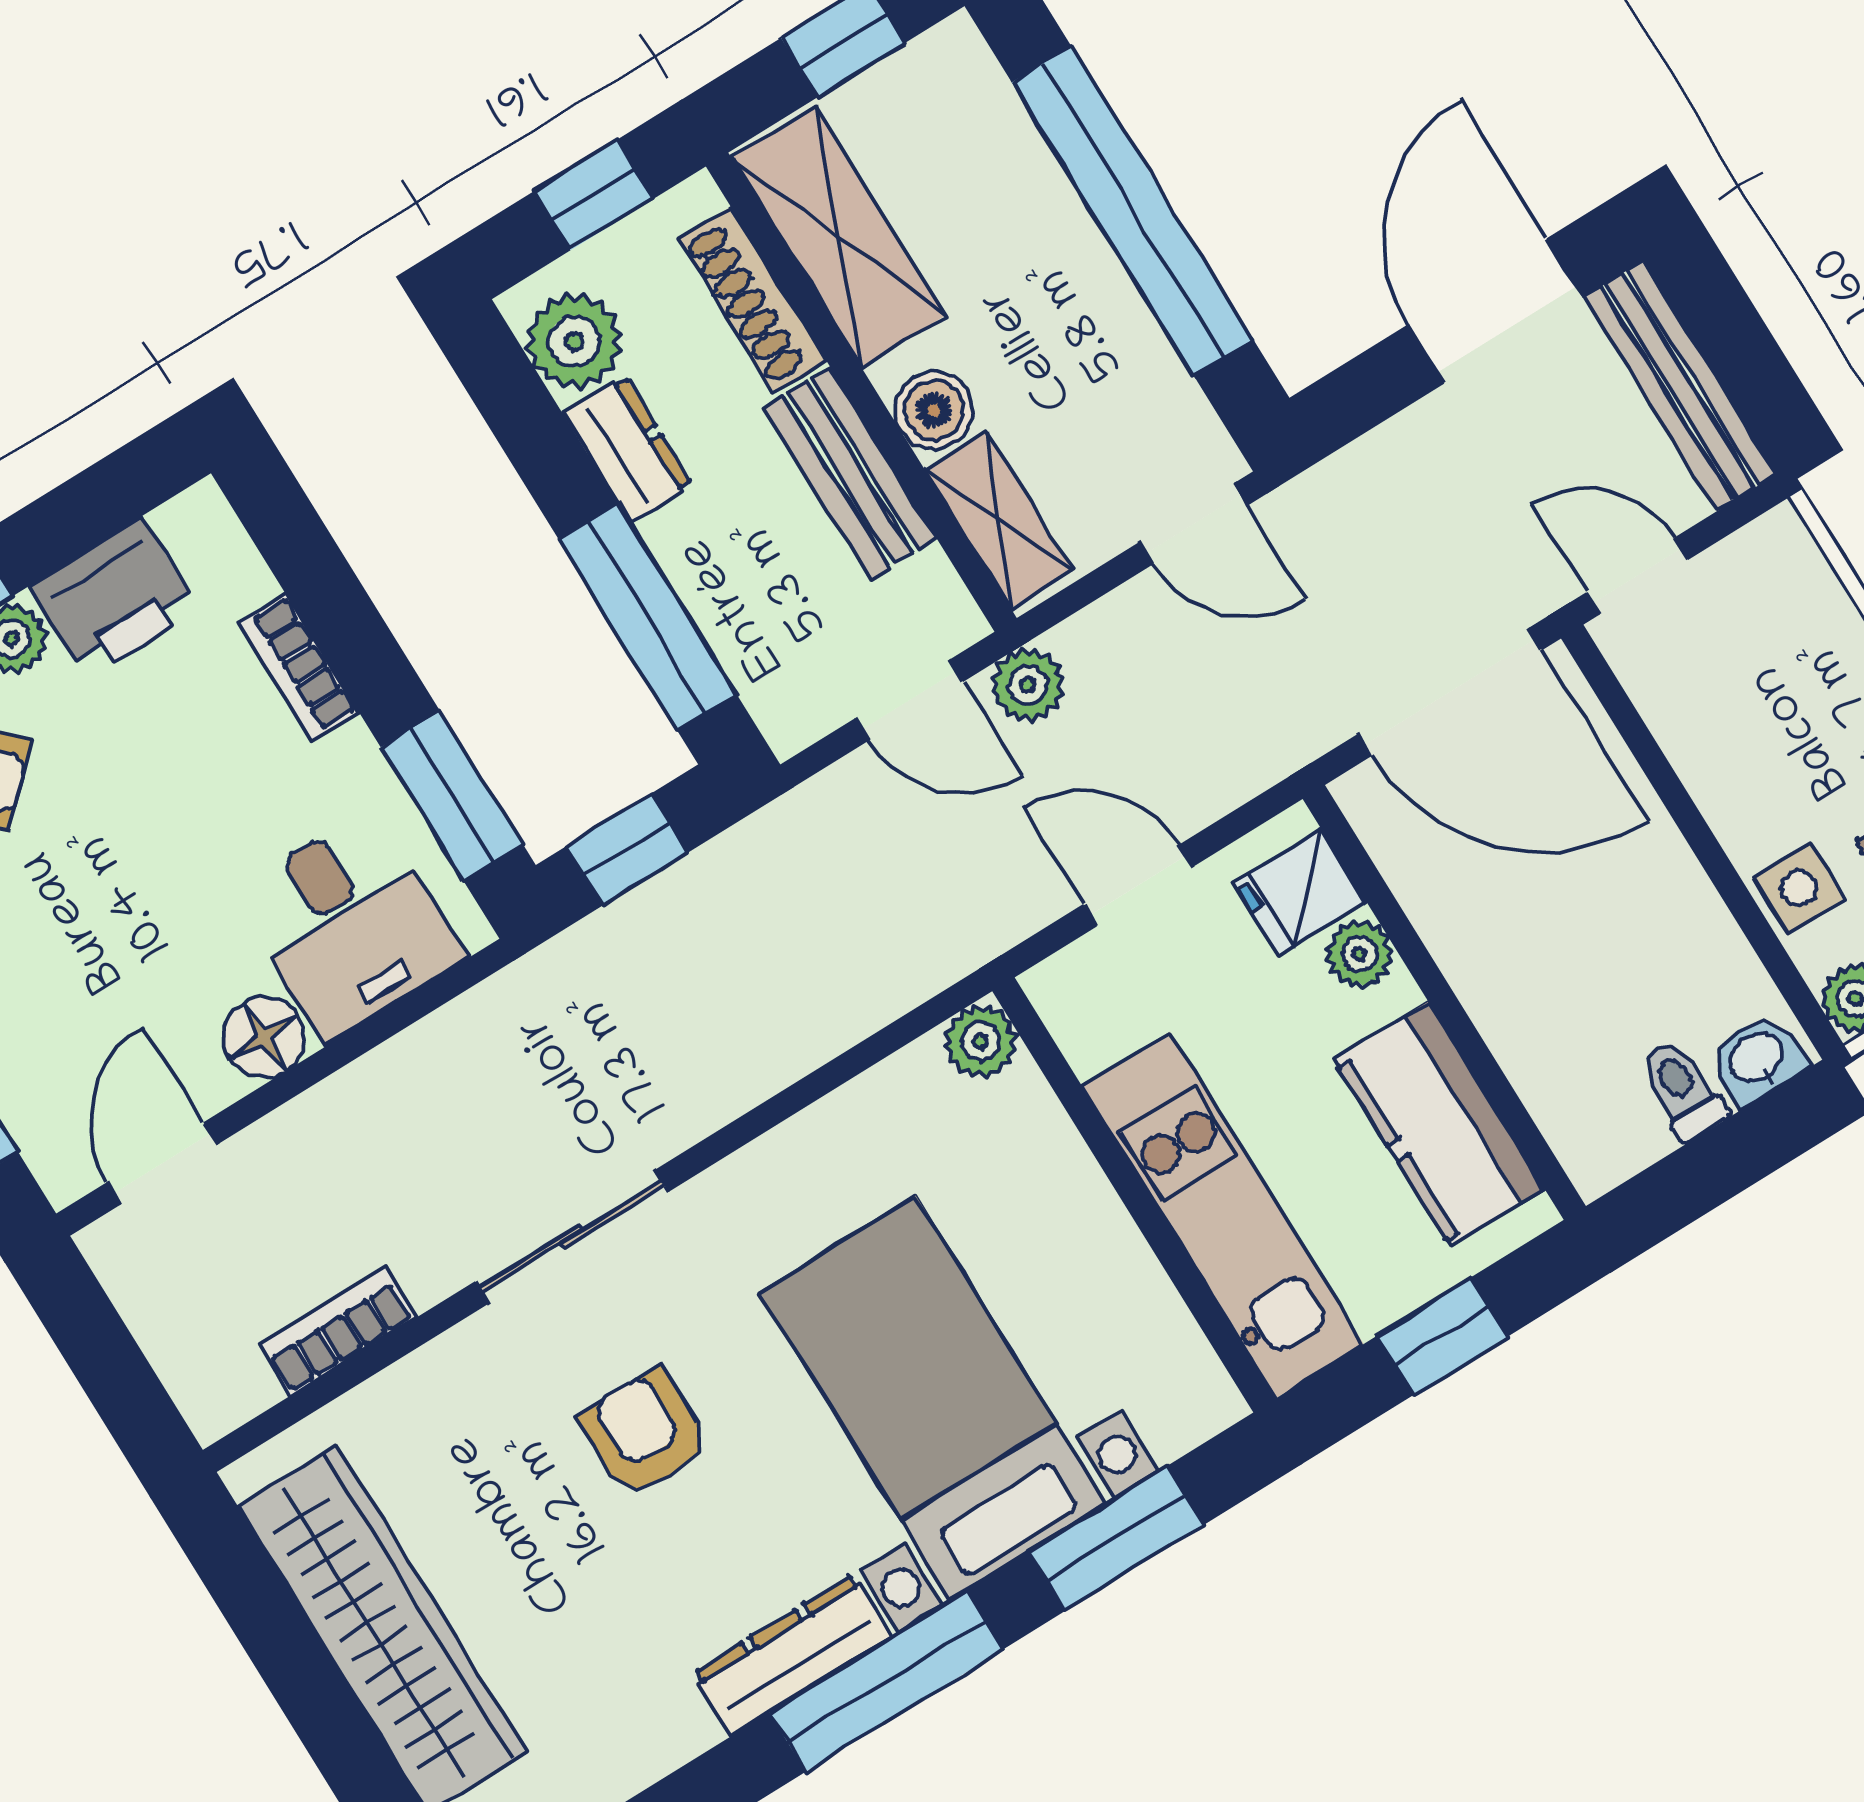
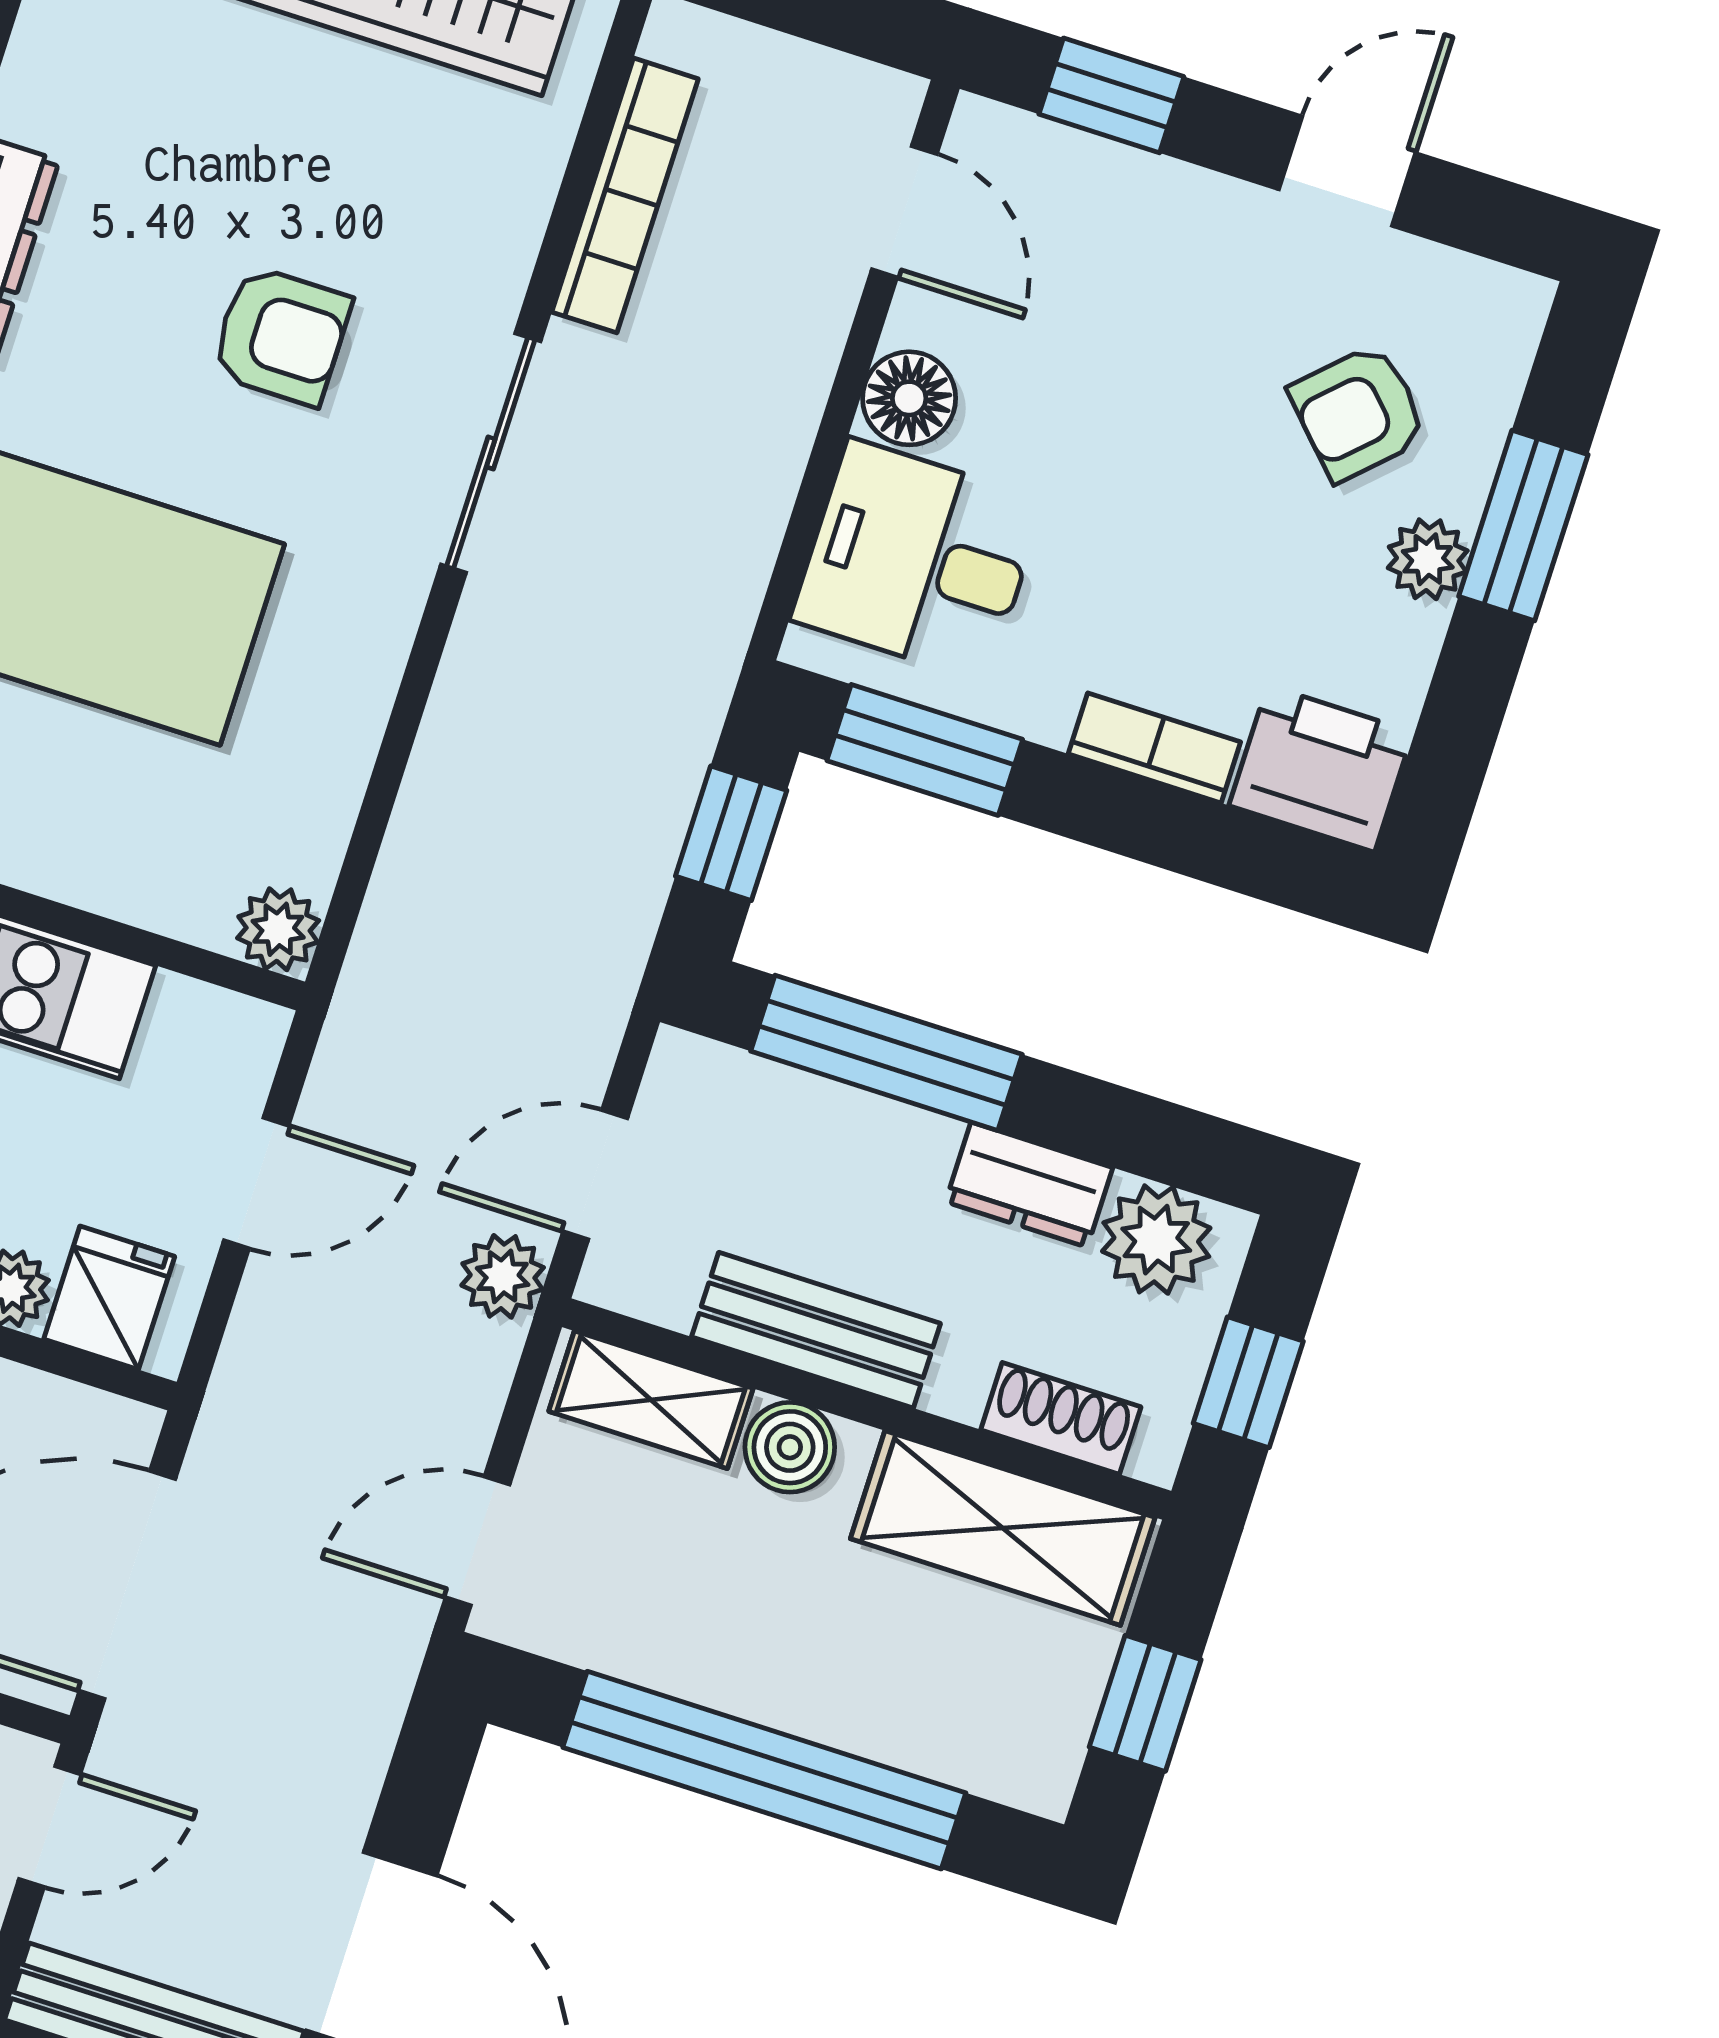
shoe rack: (752, 300) -> (1061, 1418), width x0.70
printer: (114, 598) -> (1321, 769), moved, turned 90
bookcase: (338, 1331) -> (625, 195), width x1.56

